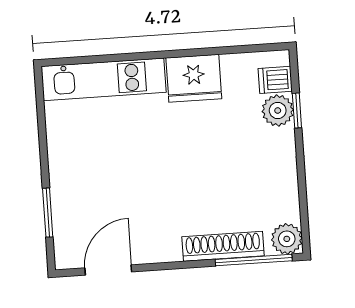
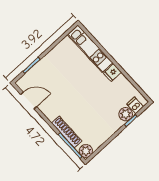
fridge: (194, 78) -> (112, 73), width x0.53, depth x0.75

